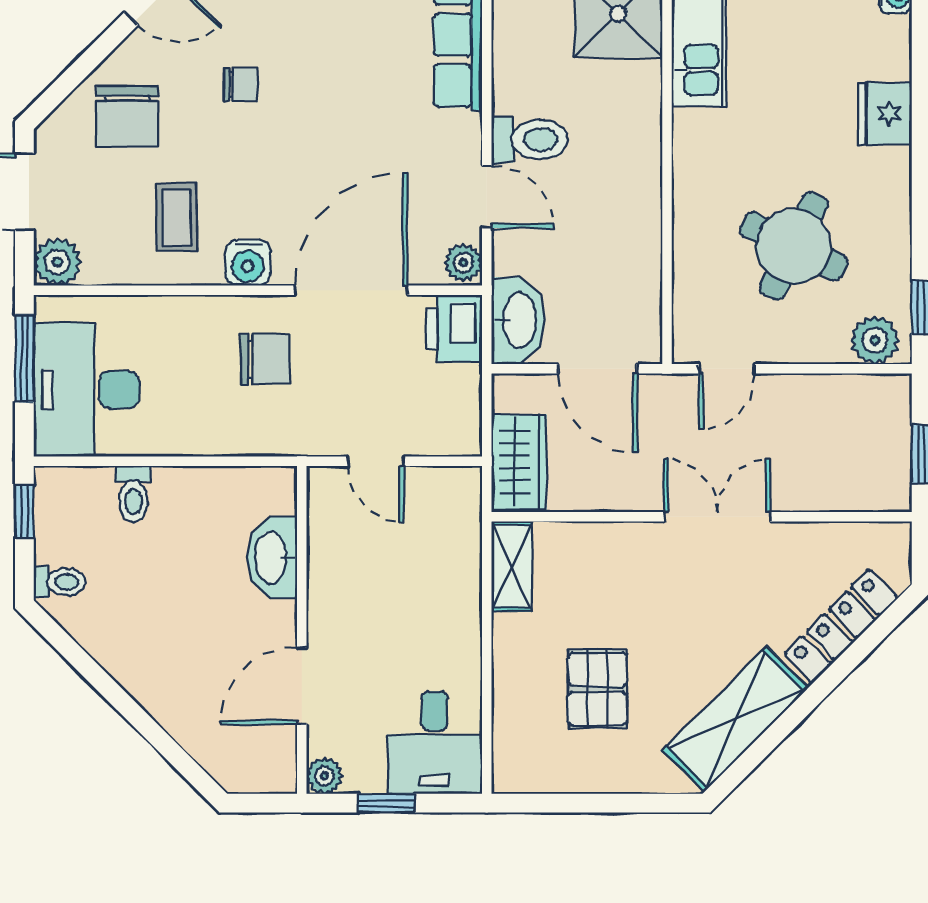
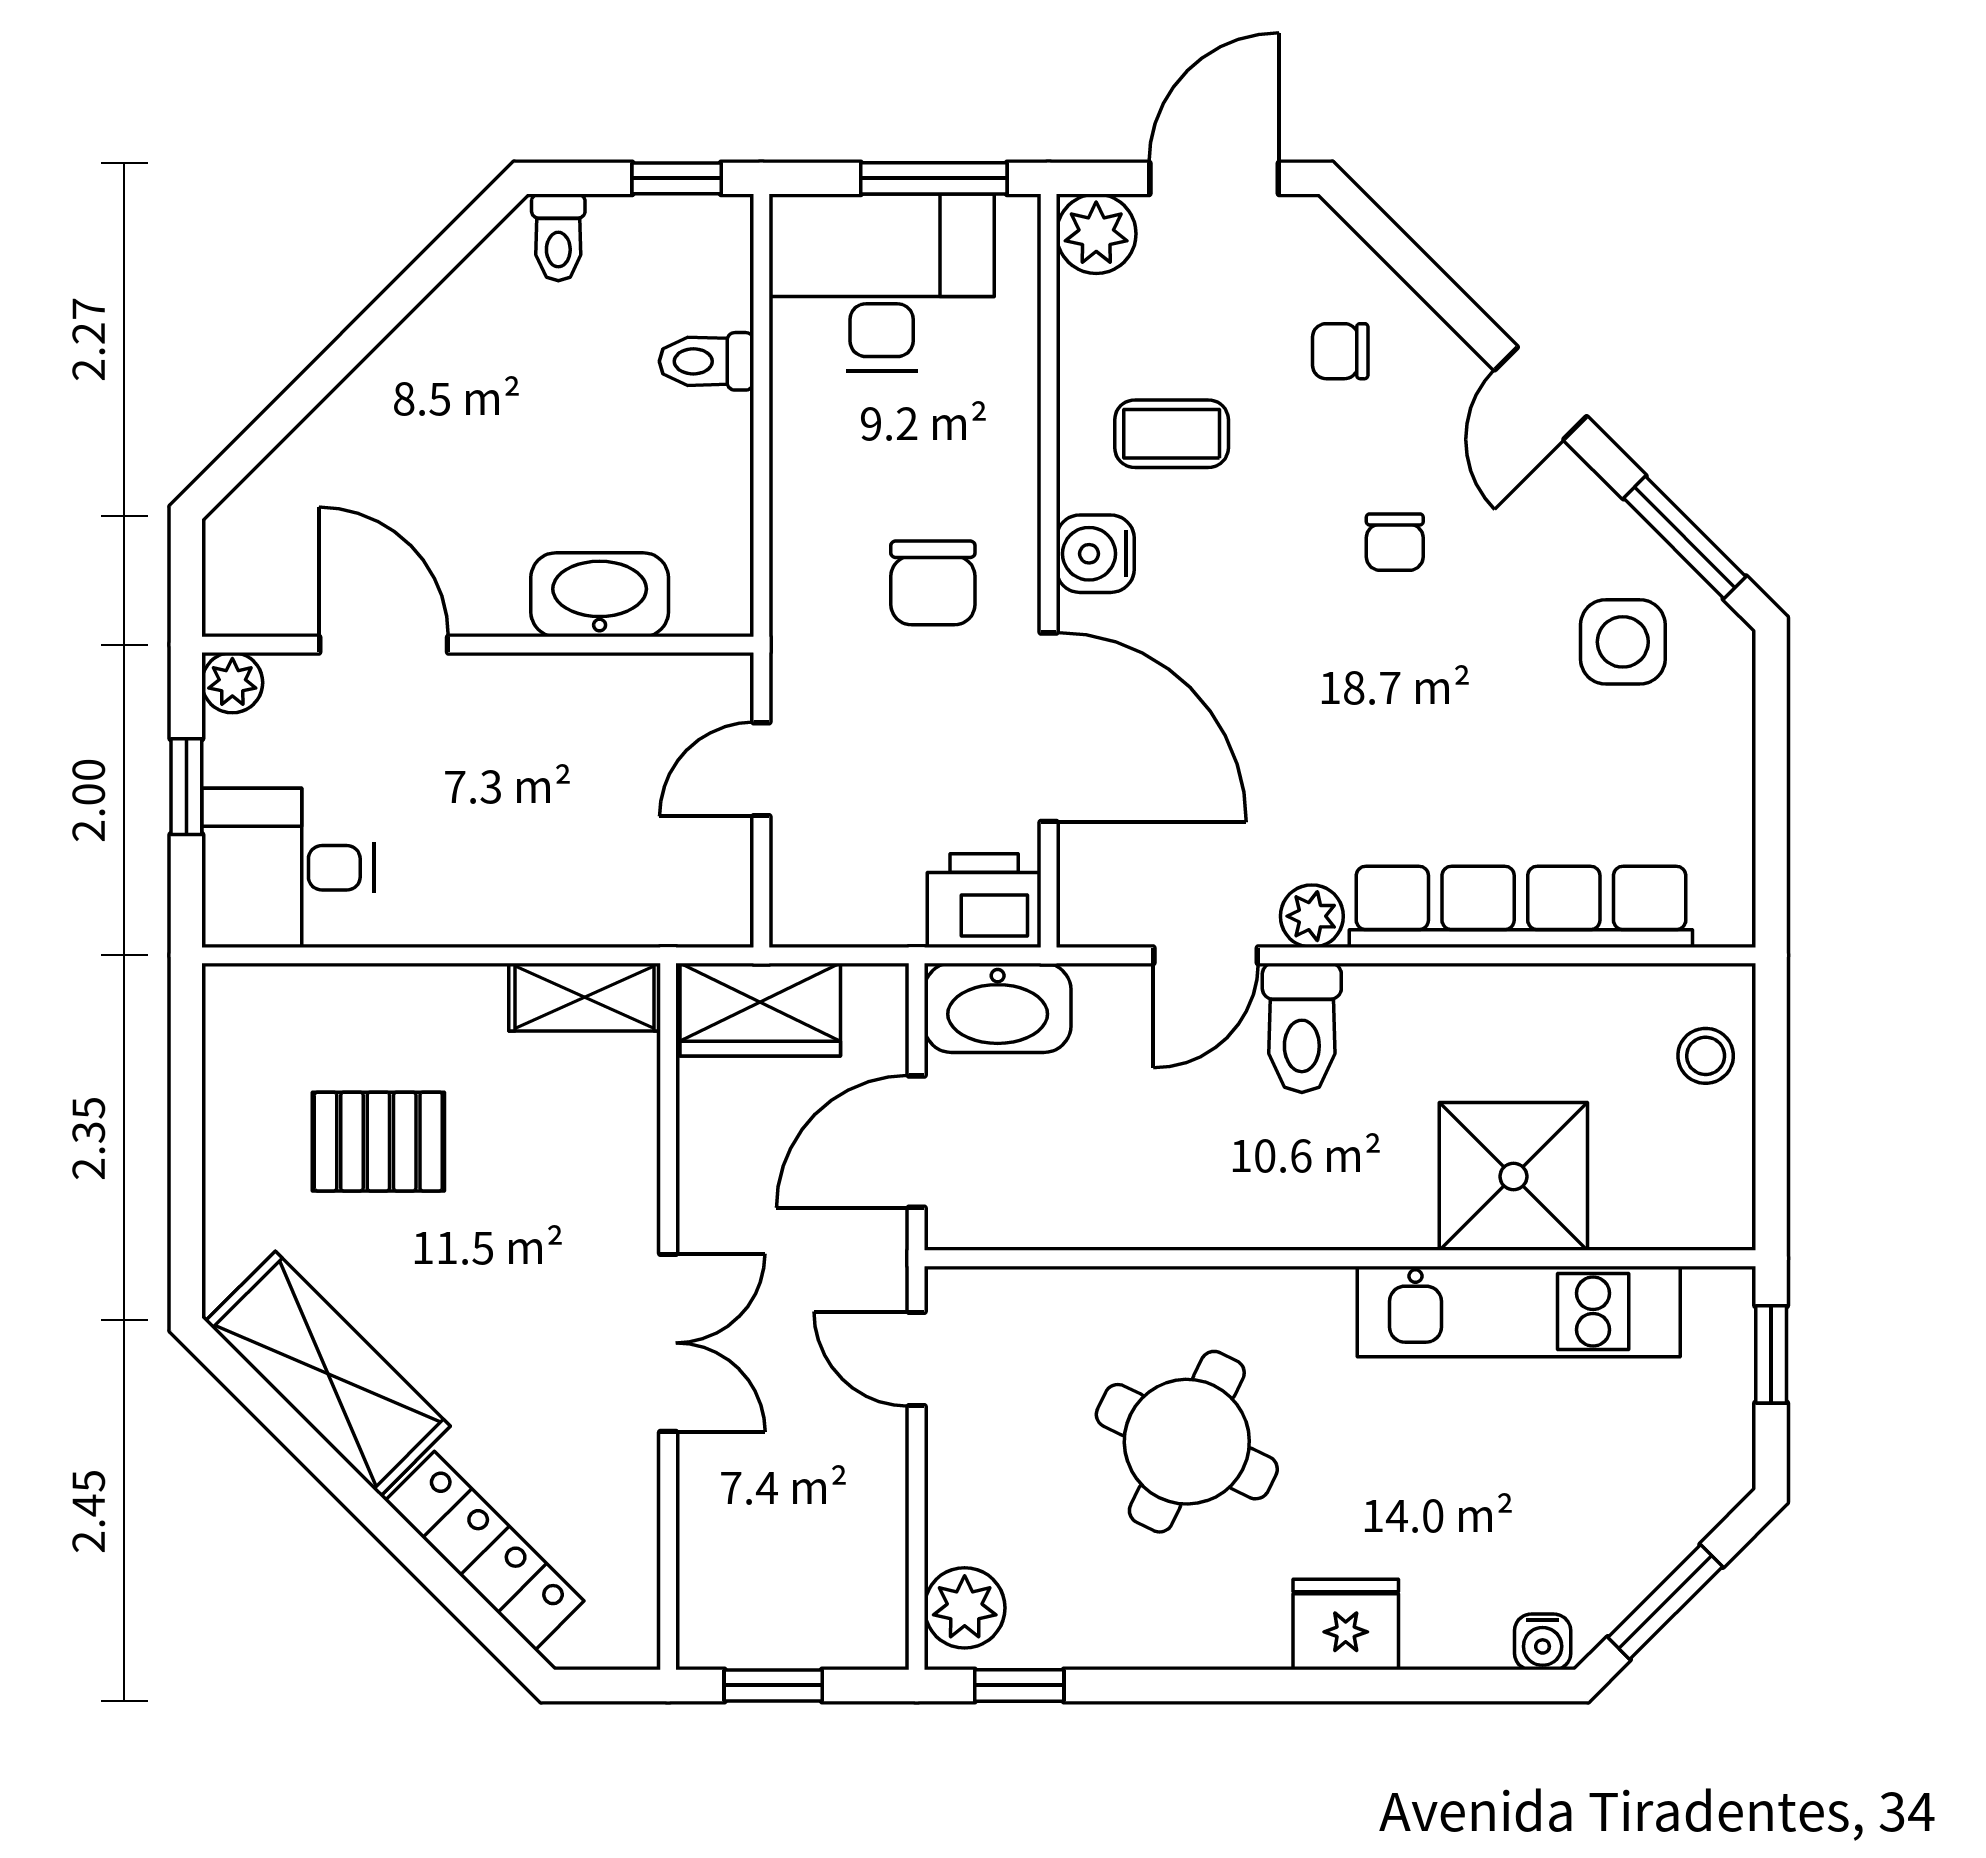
chair: (127, 117) -> (1340, 351), width x0.54, depth x0.54
round table: (794, 246) -> (1187, 1442), moved
plant: (463, 263) -> (1312, 916), moved

